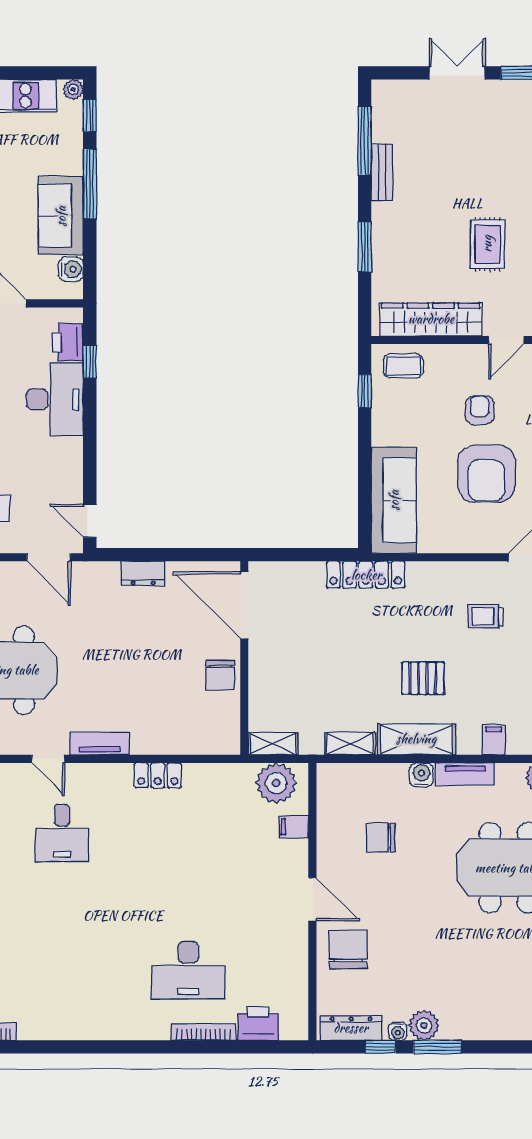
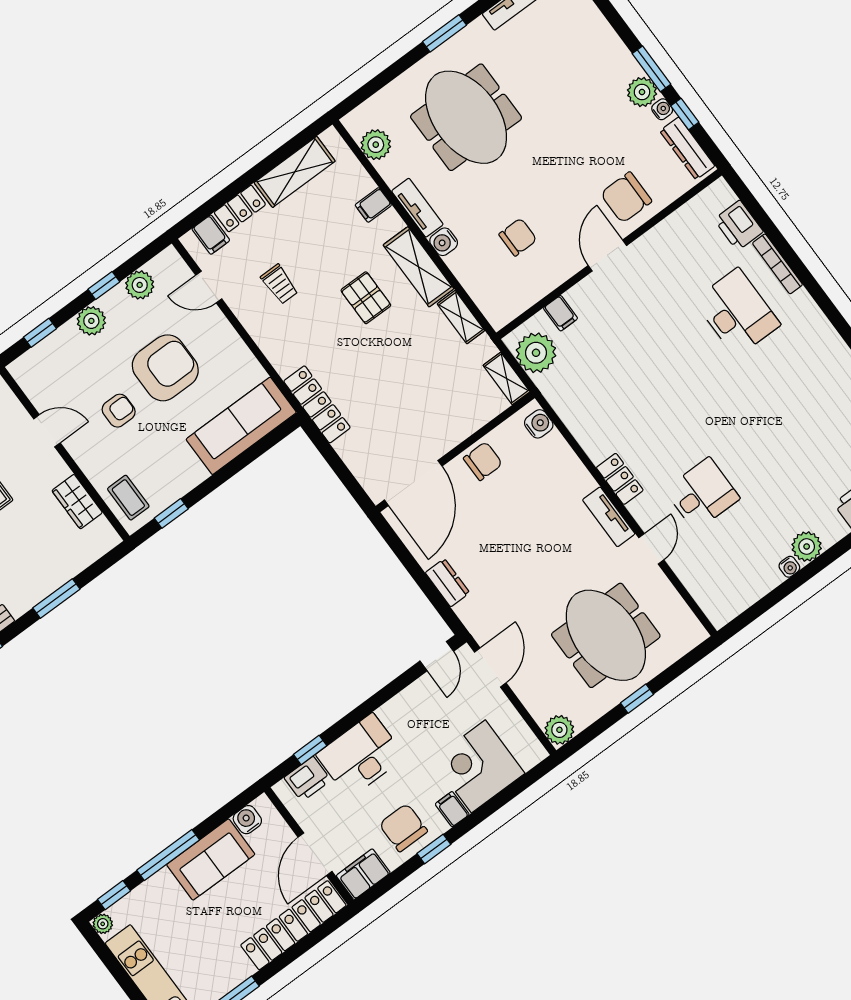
wardrobe: (431, 319) -> (77, 502), width x0.48, depth x0.85
armchair: (480, 410) -> (119, 411), turned 180
water cooler: (217, 743) -> (539, 424), added
locker: (158, 775) -> (620, 479), moved
chair: (381, 838) -> (518, 237), turned -90

